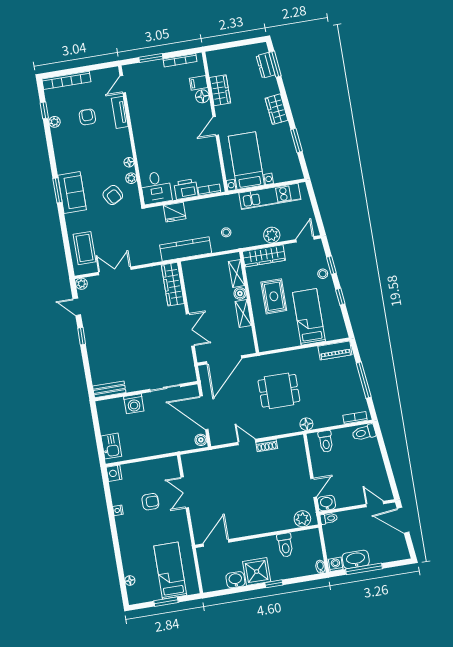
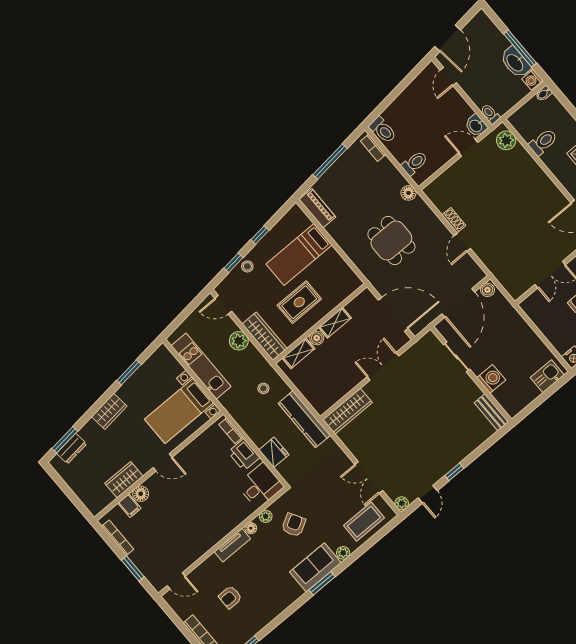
tv unit: (120, 112) -> (232, 545), moved
plant: (55, 122) -> (343, 553), moved

